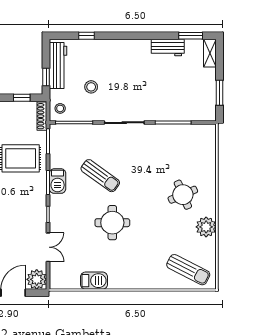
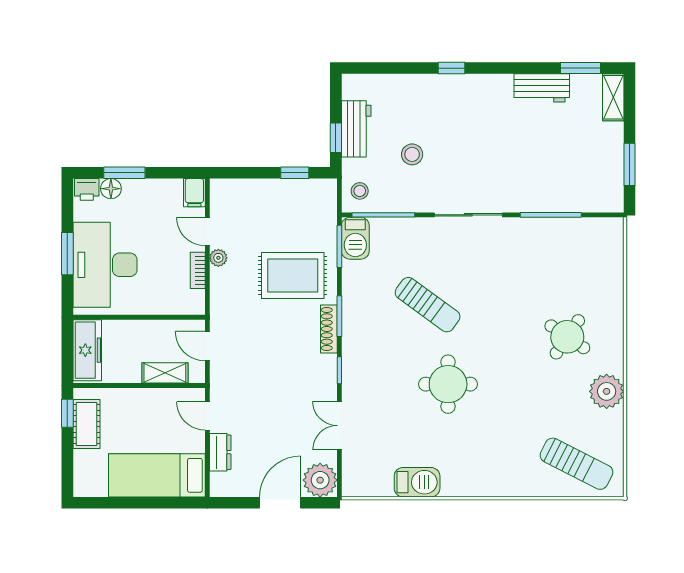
window: (86, 36) -> (451, 68), moved
workbench: (58, 66) -> (356, 129), width x0.73
shoe rack: (42, 116) -> (329, 329), moved
barbecue: (58, 181) -> (355, 238), moved
round table: (183, 195) -> (567, 337), turned -33
double door: (48, 247) -> (339, 426), swing flipped

